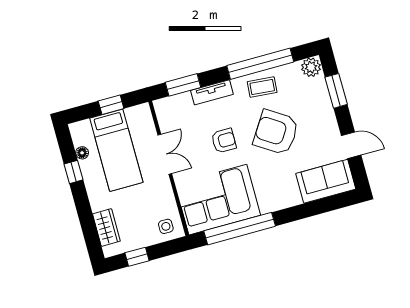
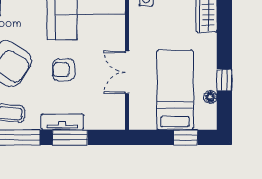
window: (183, 85) -> (70, 137), moved
window: (111, 105) -> (186, 137), moved

